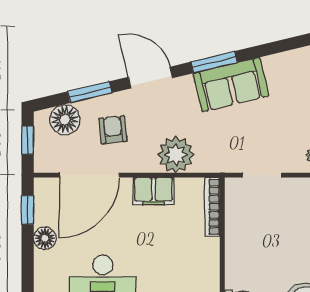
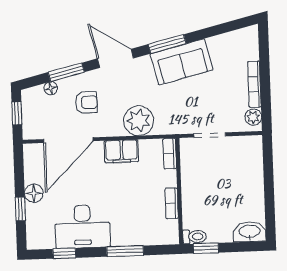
floor lamp: (65, 120) -> (51, 88), width x0.53, depth x0.53
armchair: (113, 130) -> (86, 102), turned 96
bookcase: (212, 207) -> (170, 154), width x0.64
window: (28, 210) -> (20, 209), moved
bookcase: (212, 257) -> (172, 203), added

